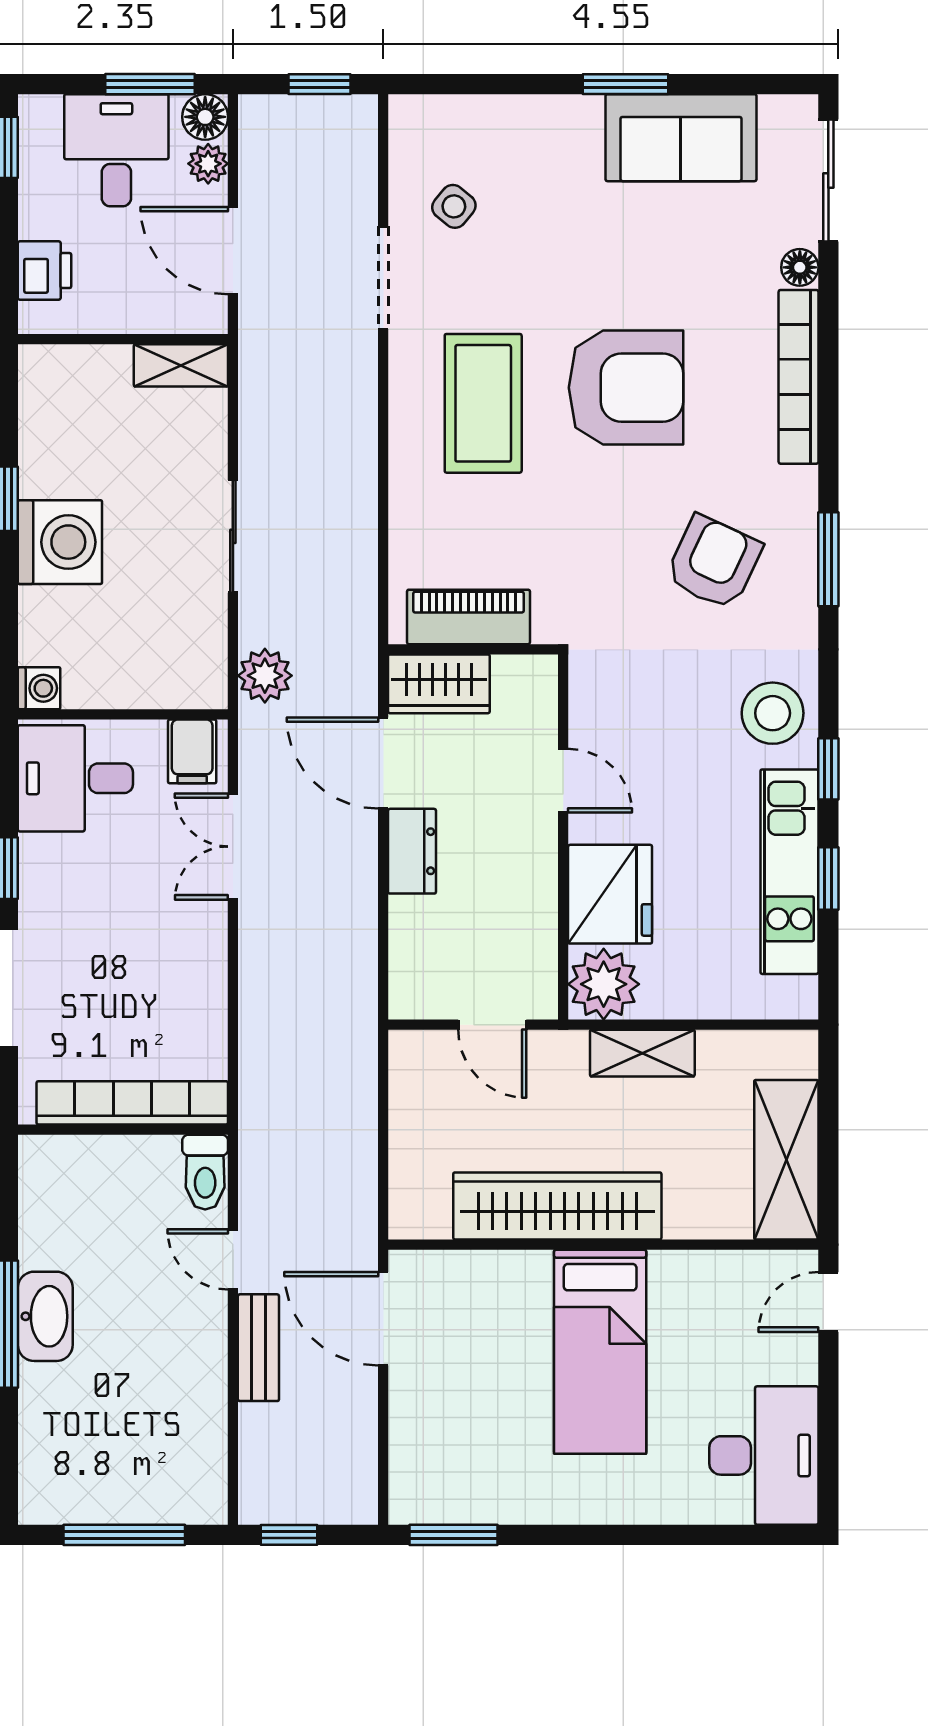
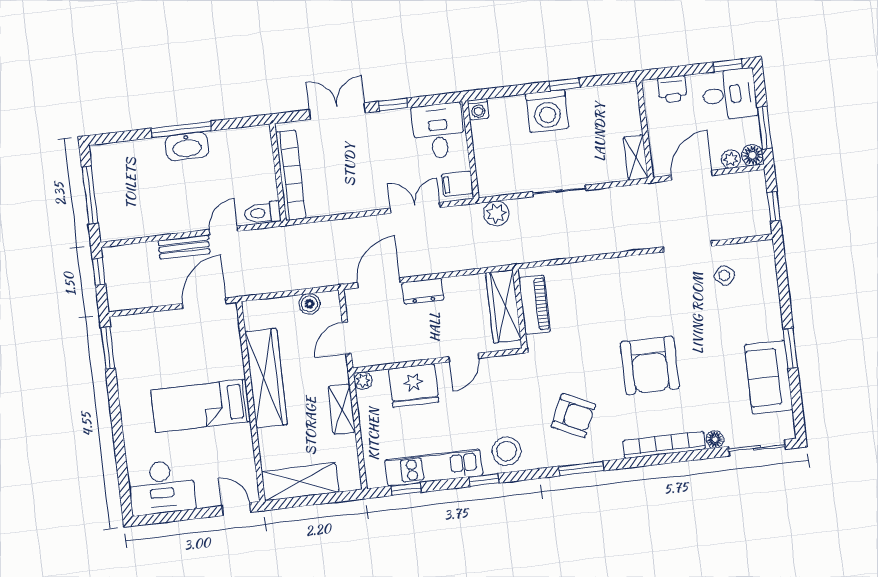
desk: (116, 150) -> (729, 94), moved
coffee table: (483, 403) -> (635, 300), removed
wardrobe: (439, 684) -> (503, 306), width x1.50
door: (383, 763) -> (379, 283), moved
window: (828, 878) -> (406, 489), moved
plant: (604, 984) -> (363, 381), width x0.53, depth x0.53
boiler: (411, 1095) -> (309, 304), added

